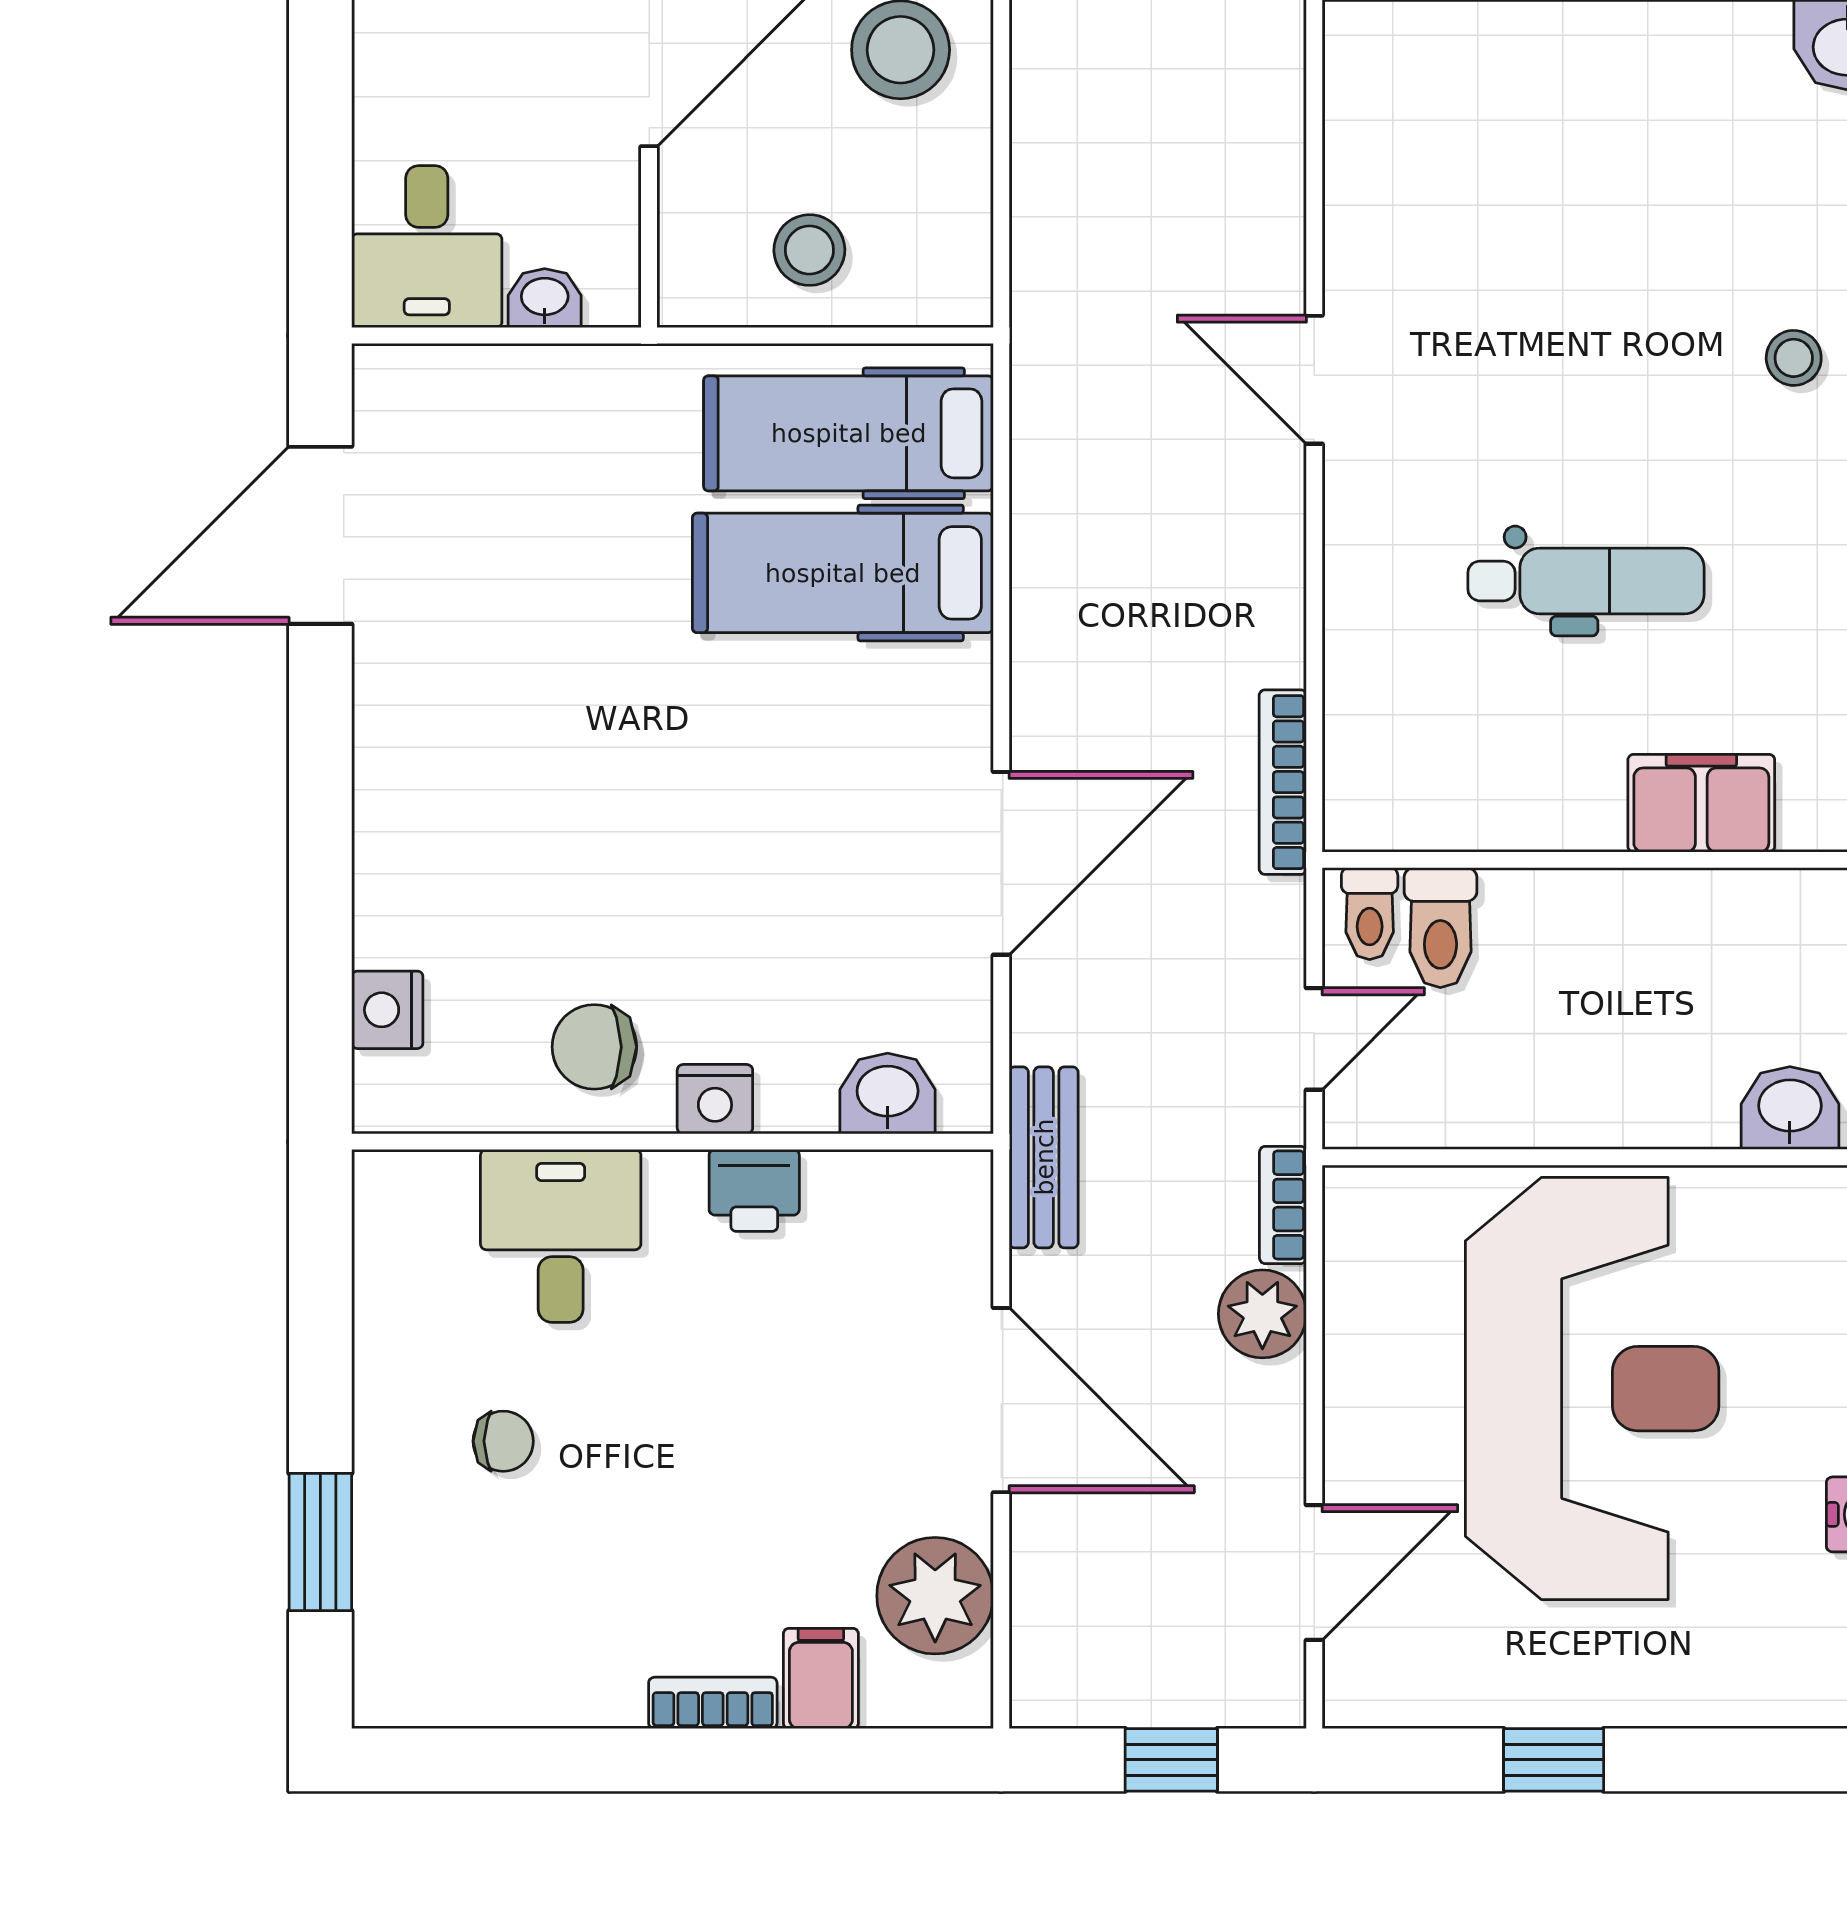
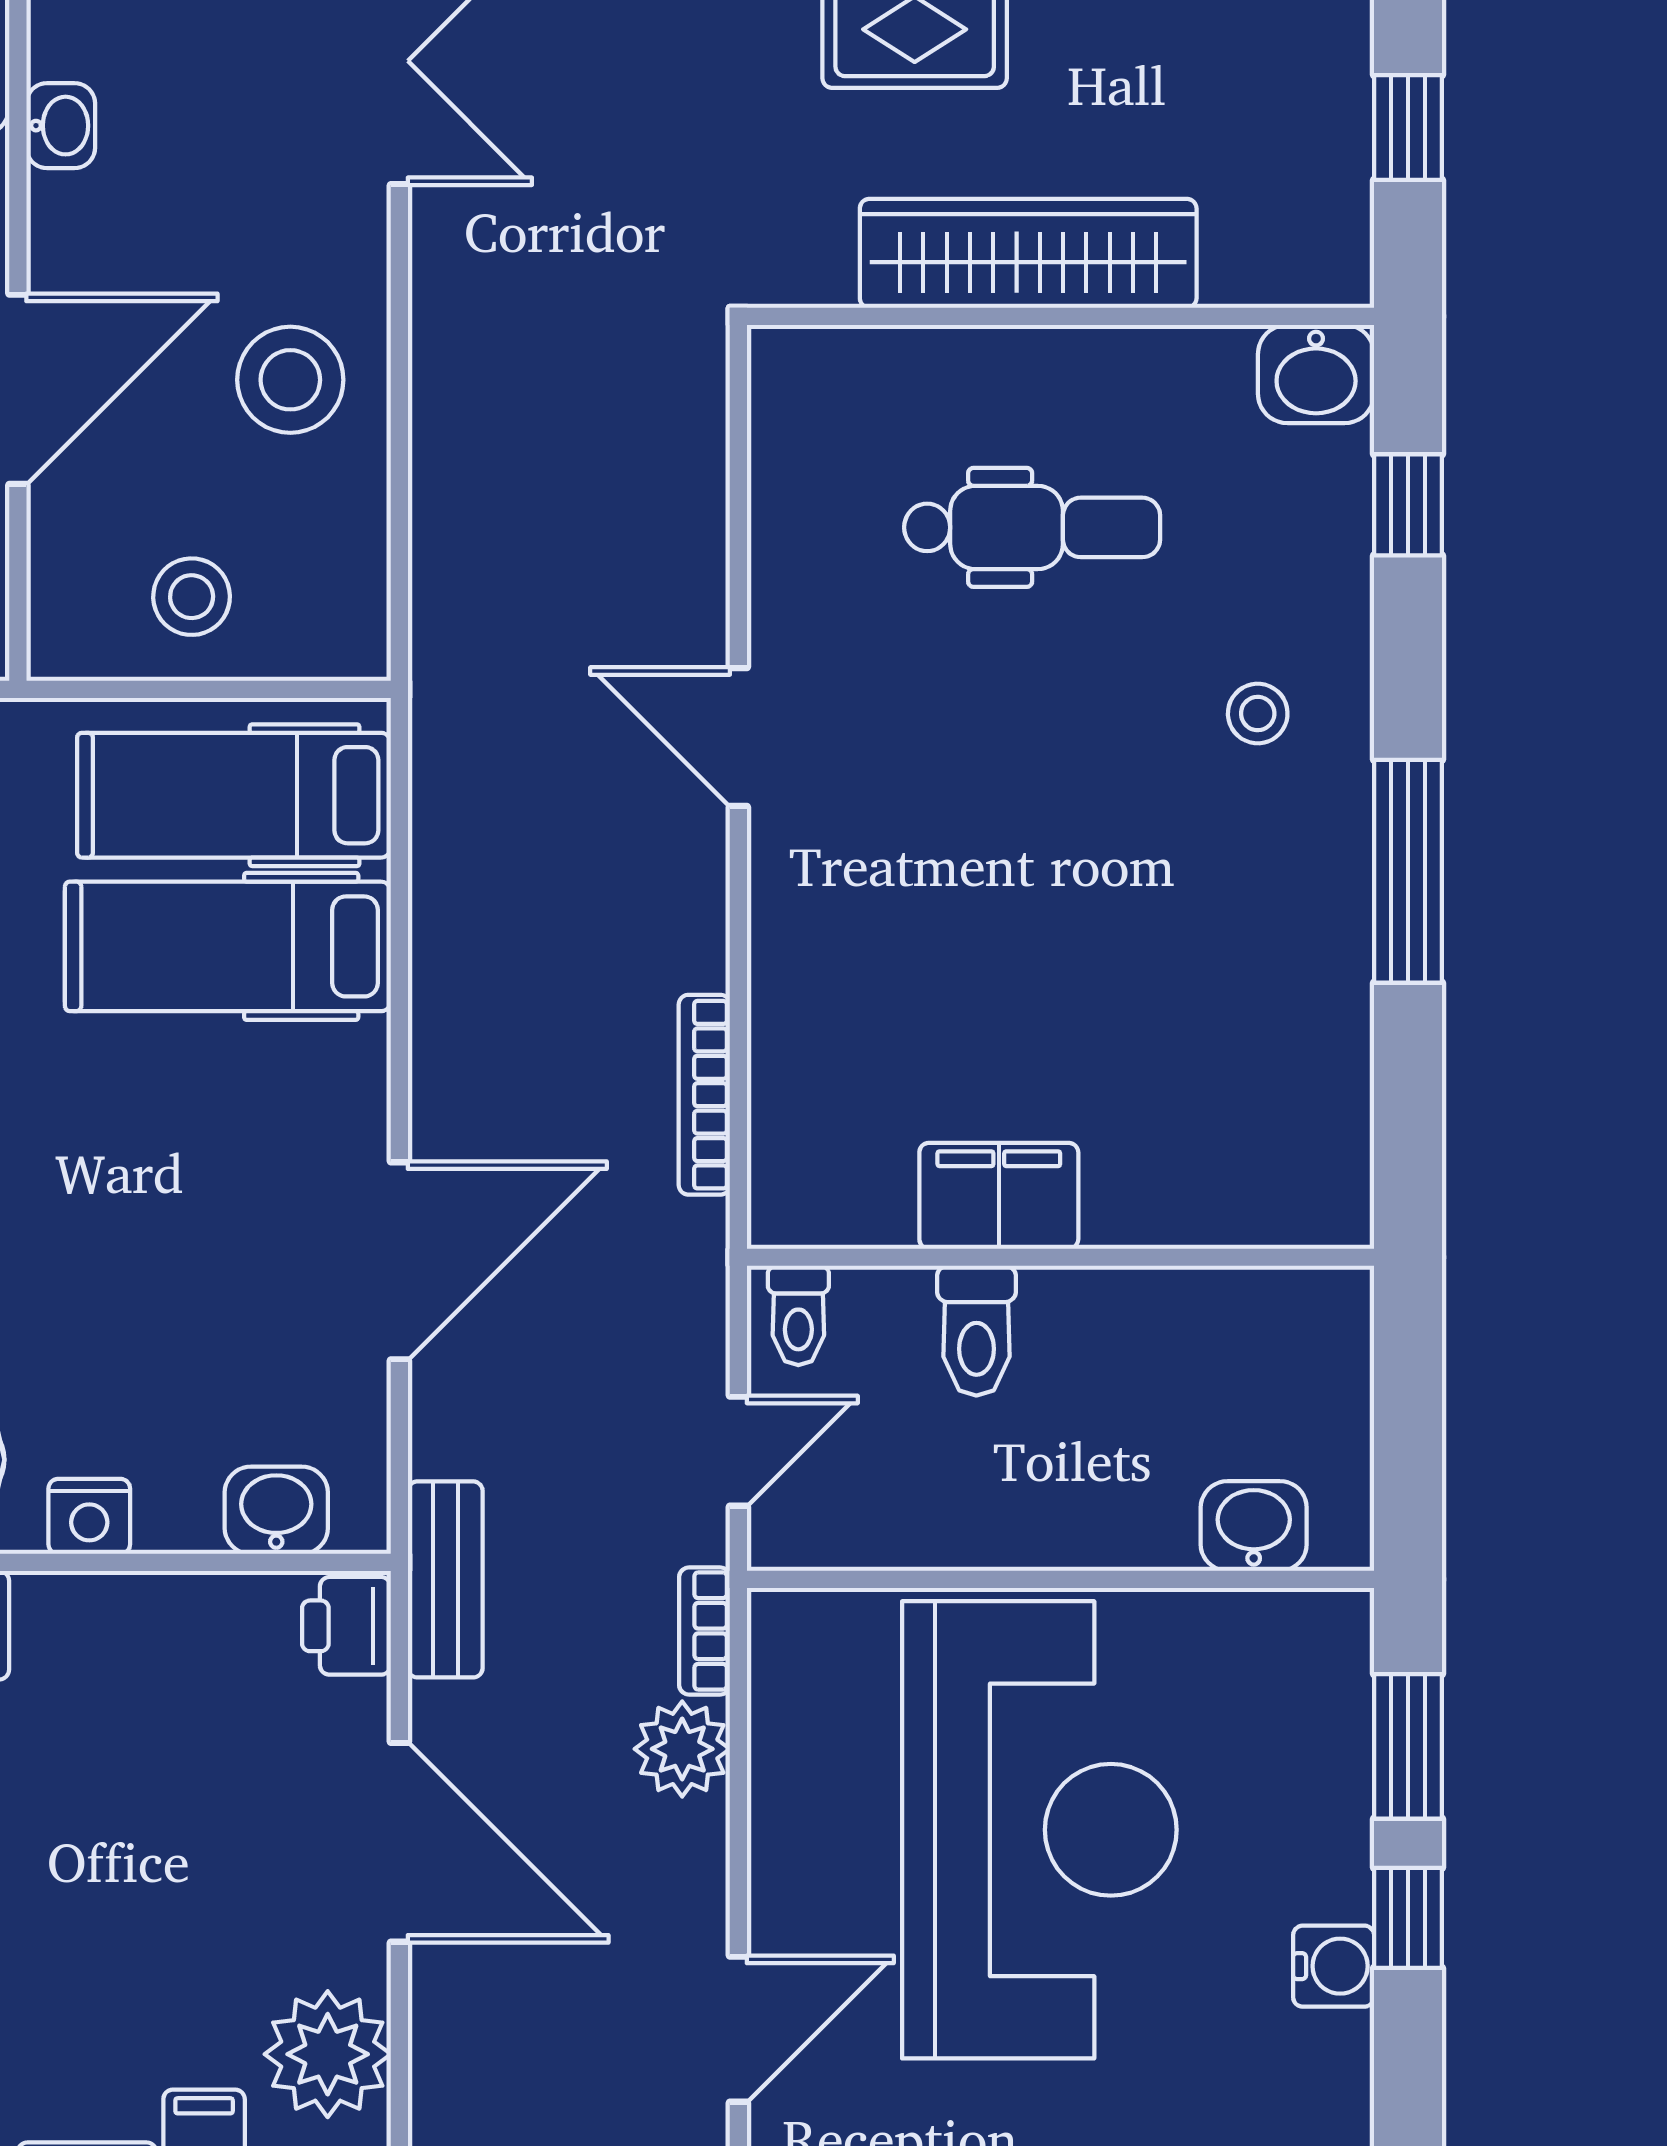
dental chair: (1586, 581) -> (1032, 527), moved
bookcase: (1283, 782) -> (704, 1095), moved
filing cabinet: (1701, 803) -> (999, 1196), moved
toilet: (1440, 928) -> (976, 1331), moved
printer: (754, 1190) -> (346, 1626), moved, turned 90

